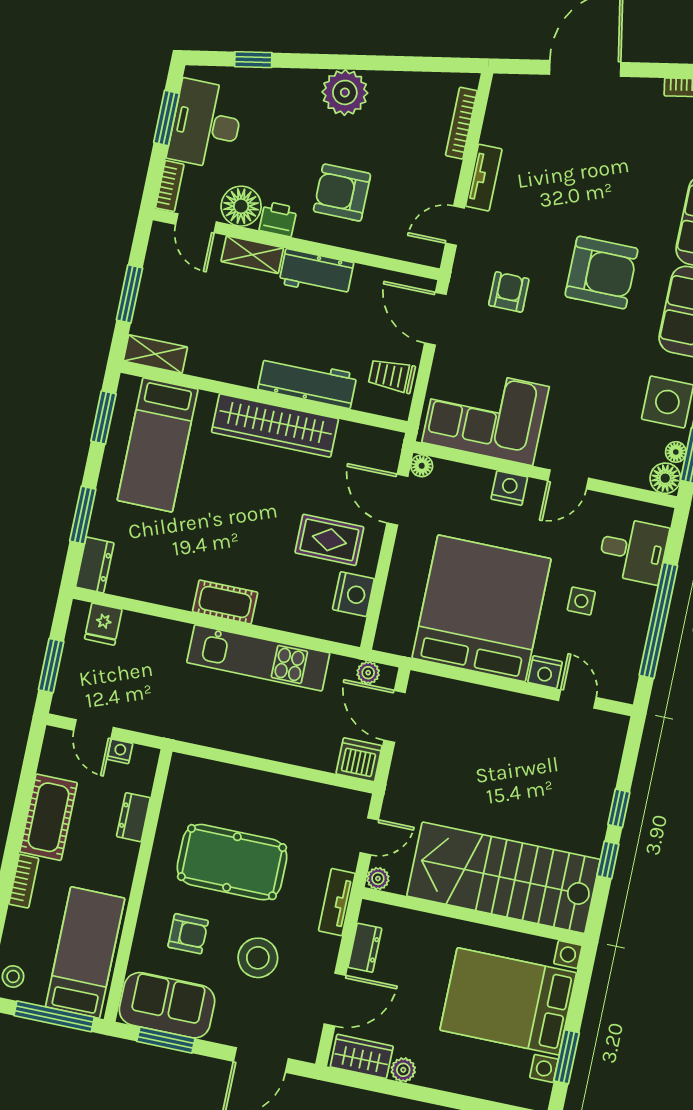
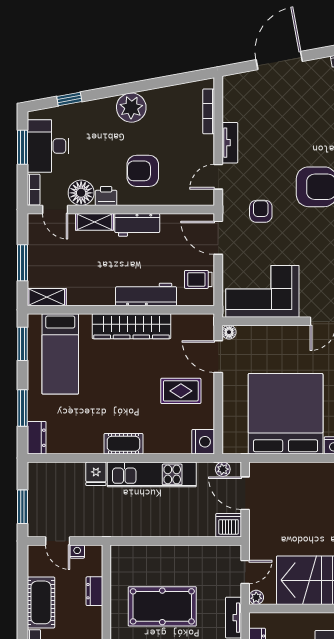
nightstand: (509, 488) -> (287, 334), removed
nightstand: (353, 594) -> (203, 442), moved
fridge: (103, 624) -> (96, 474), moved

